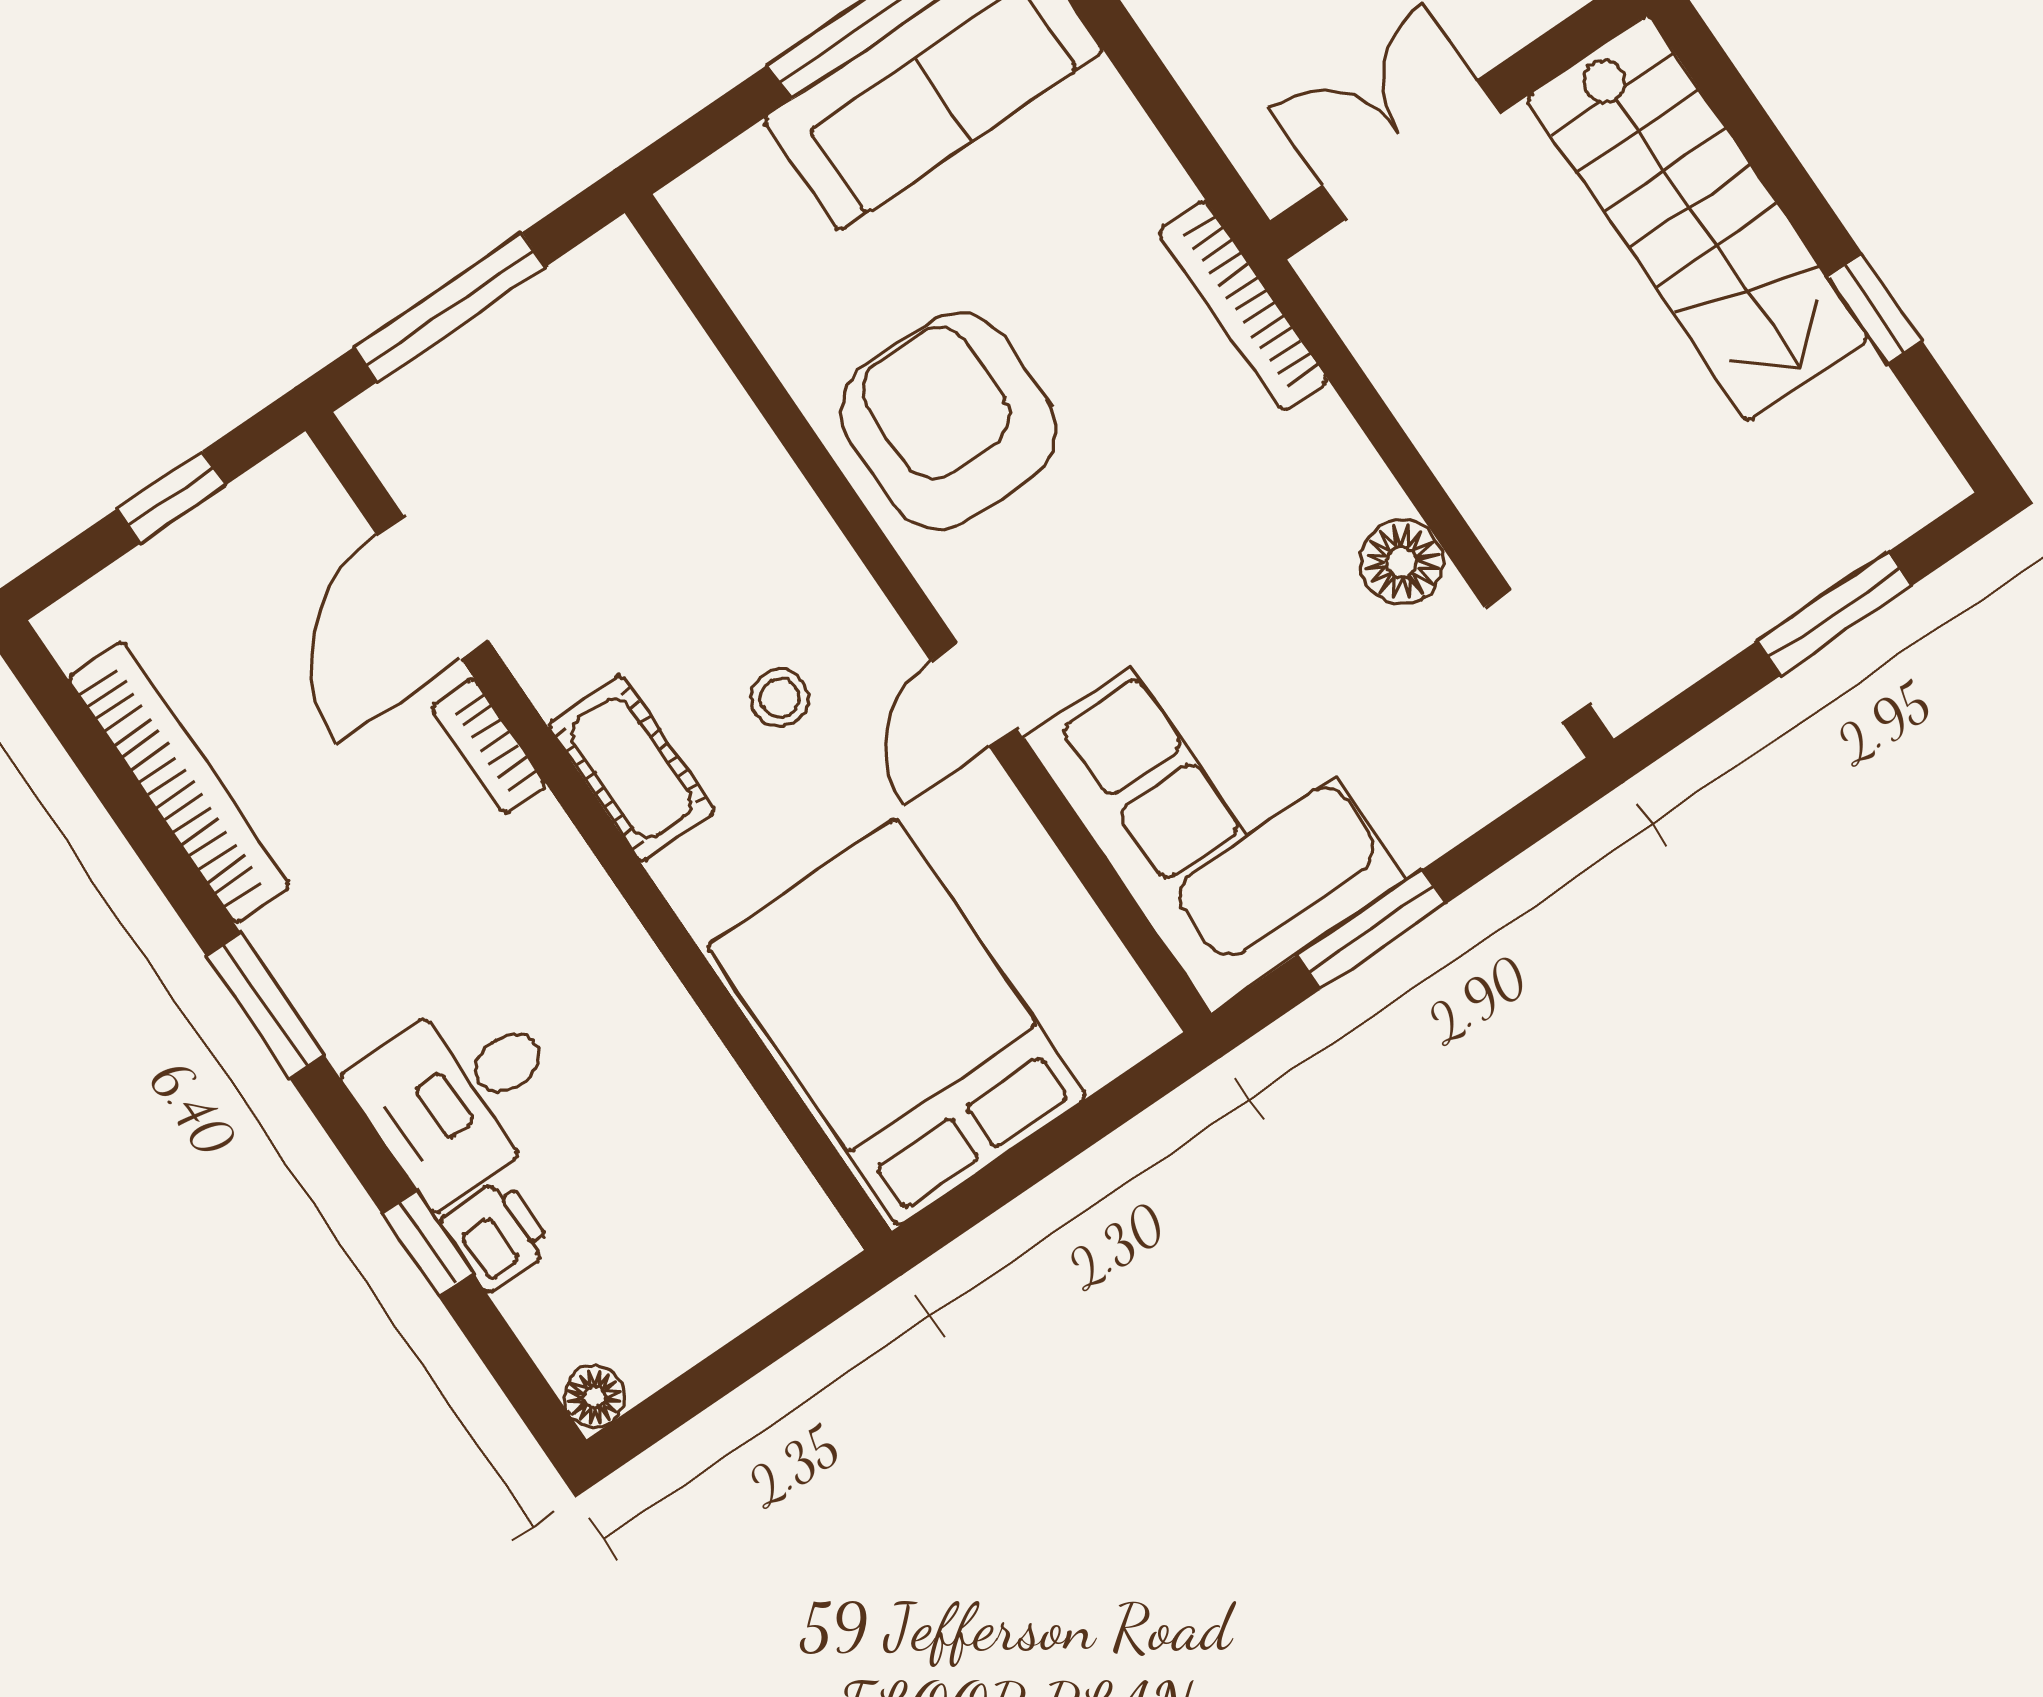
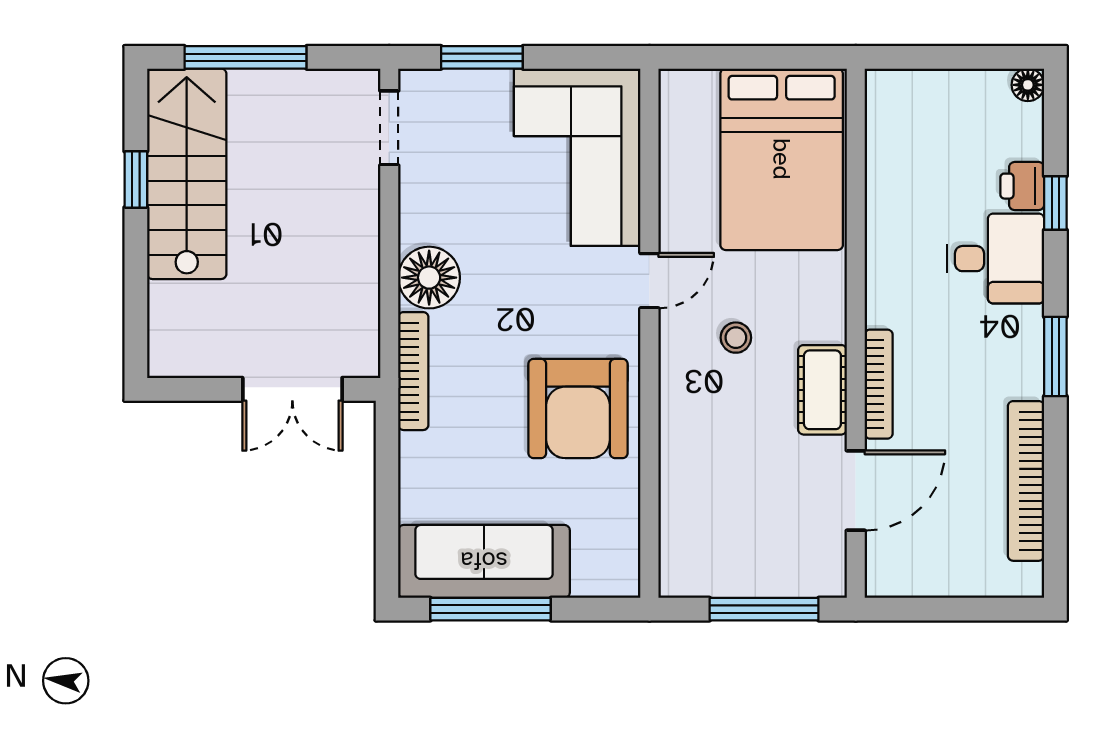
stairs: (1698, 218) -> (187, 174), moved
window: (171, 497) -> (944, 609), removed
floor lamp: (1402, 562) -> (429, 278), moved, width x1.38, depth x1.38
window: (1834, 614) -> (245, 57), width x1.44
bookcase: (489, 746) -> (879, 384), width x1.56
cot: (631, 768) -> (822, 390), moved
window: (1371, 929) -> (482, 57), moved

